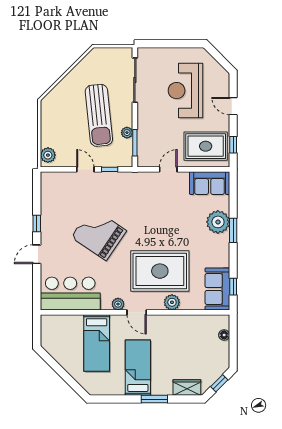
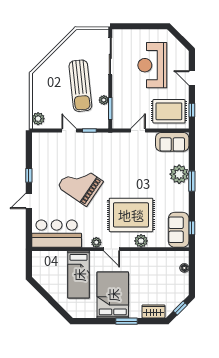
bed: (138, 368) -> (113, 295), width x1.50

